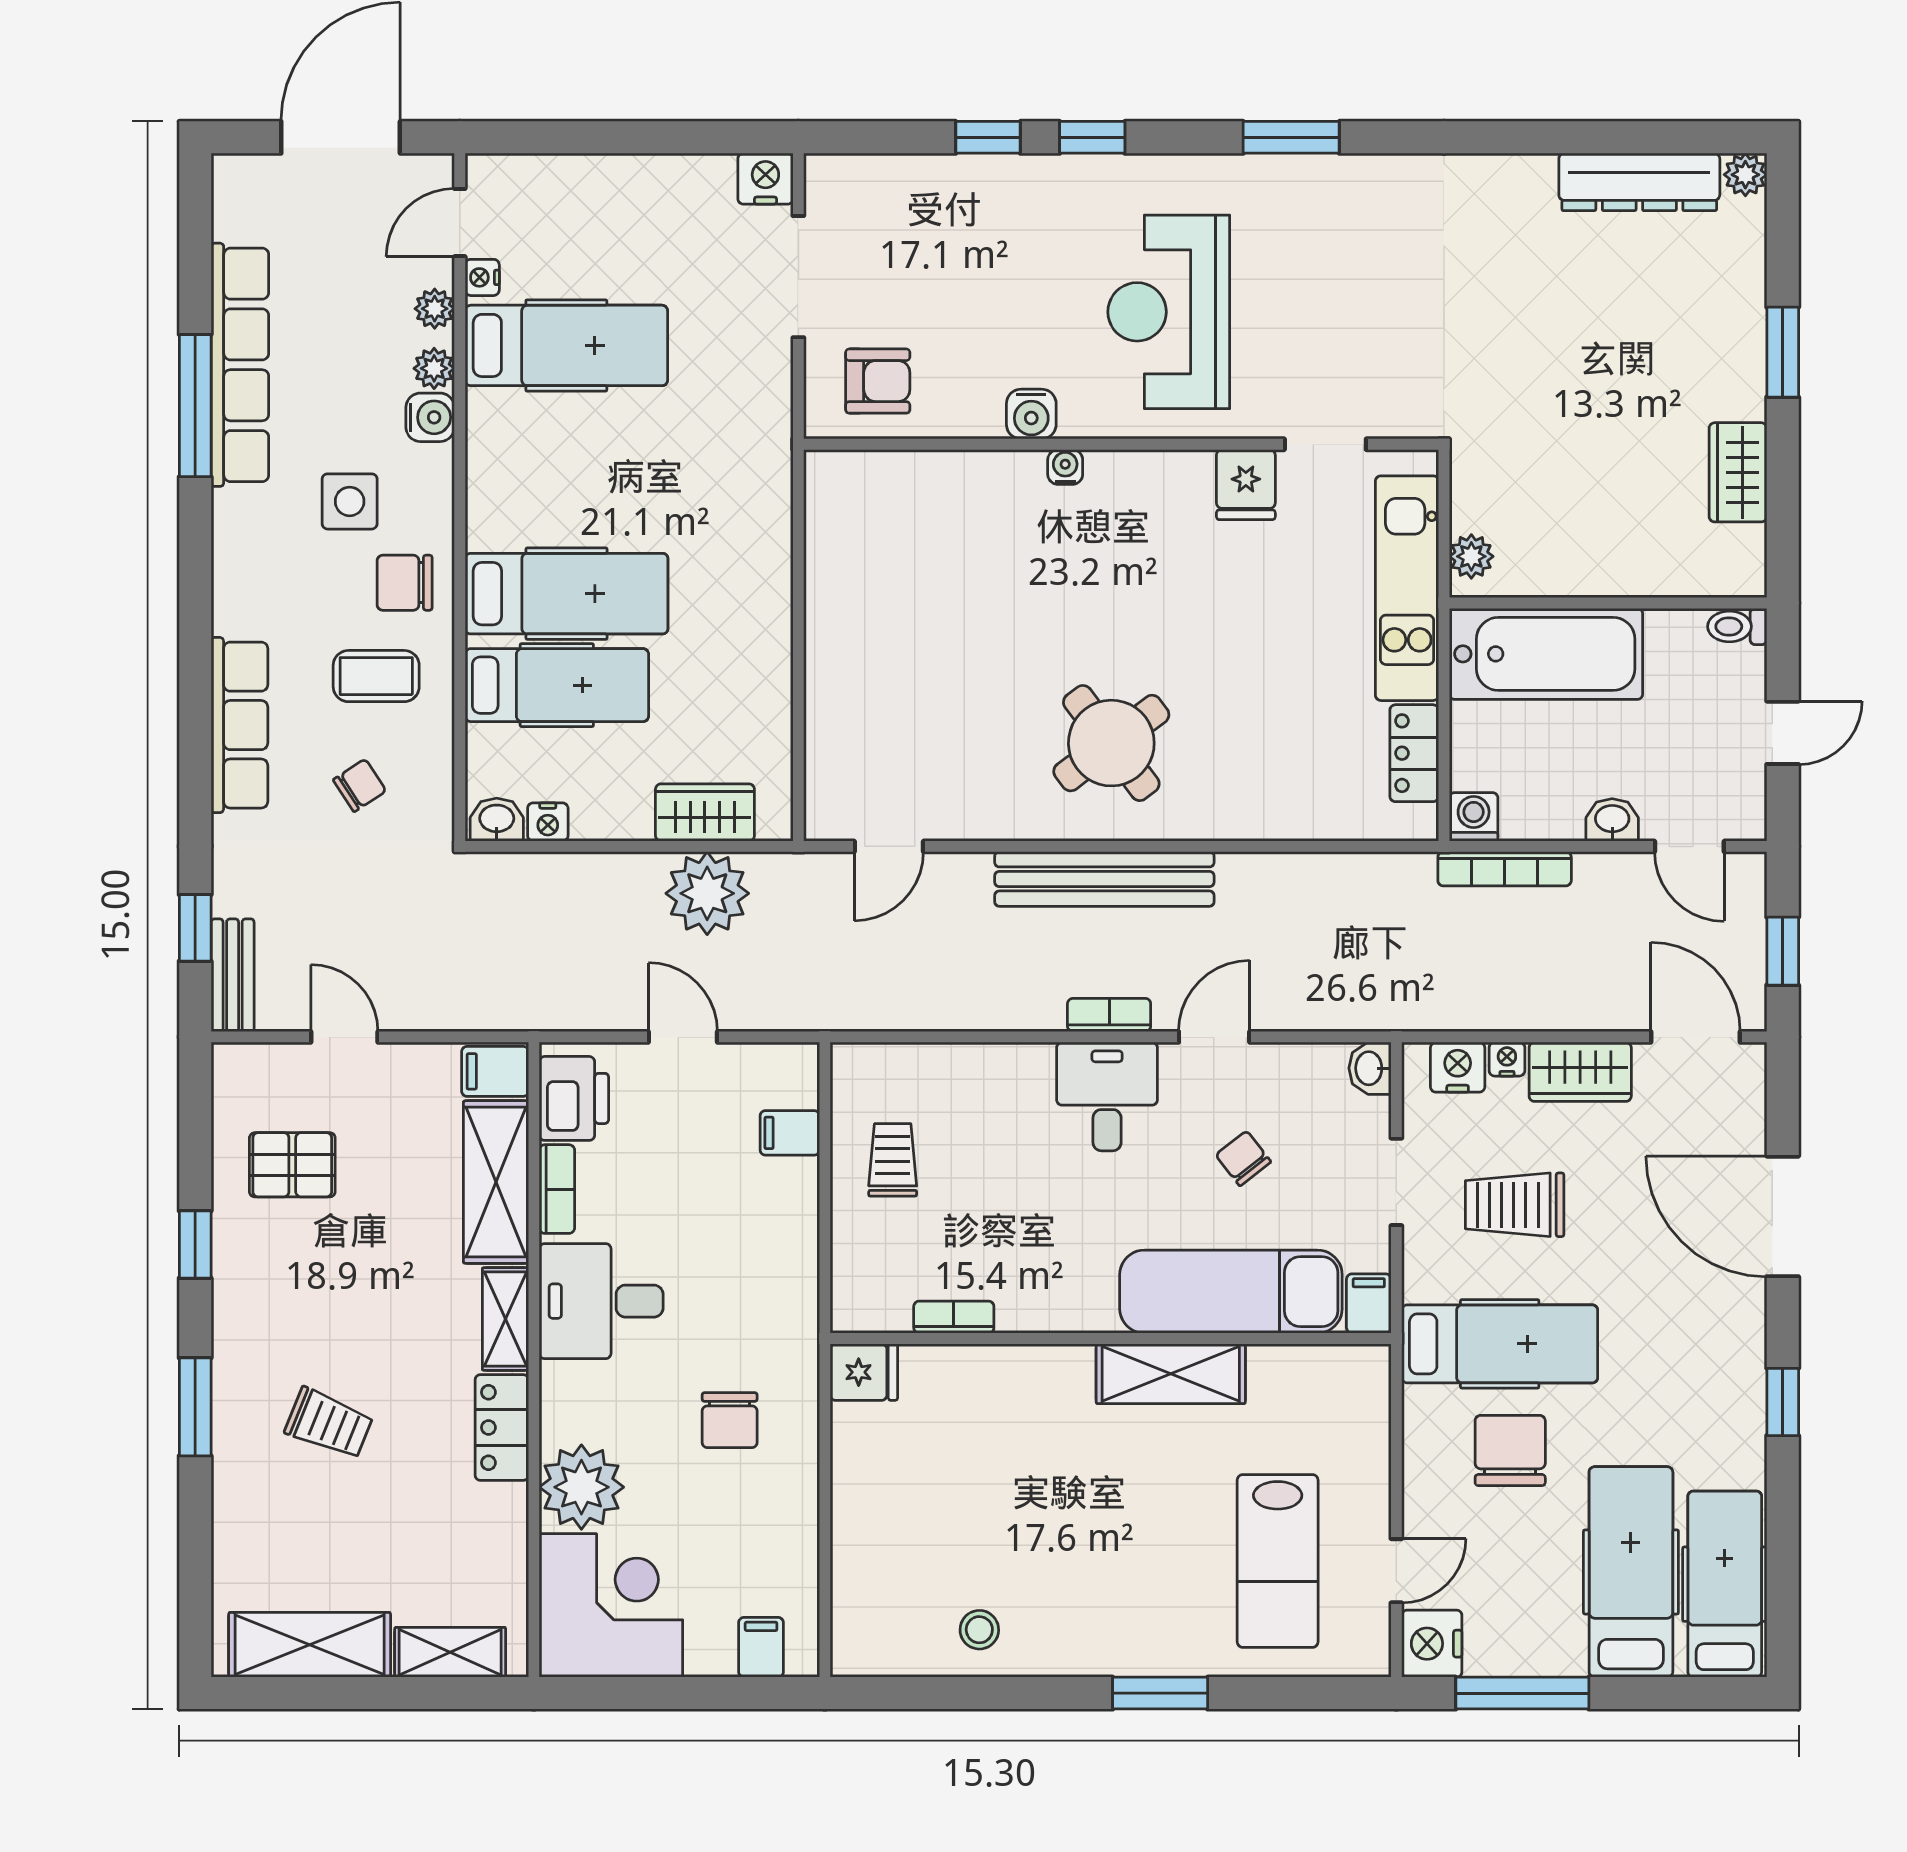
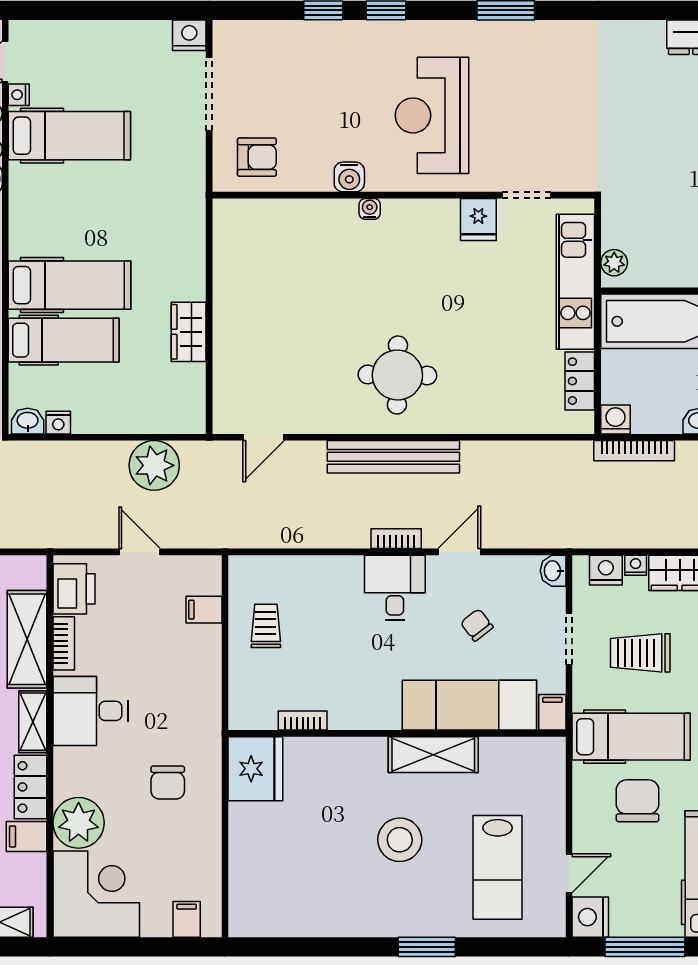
round table: (1111, 743) -> (397, 375), turned 38
wardrobe: (705, 812) -> (189, 332), moved, turned -90
filing cabinet: (495, 1071) -> (27, 836), moved
fridge: (864, 1372) -> (255, 769), width x1.88, depth x1.34
stool: (979, 1630) -> (400, 840), moved, width x1.89, depth x1.89

